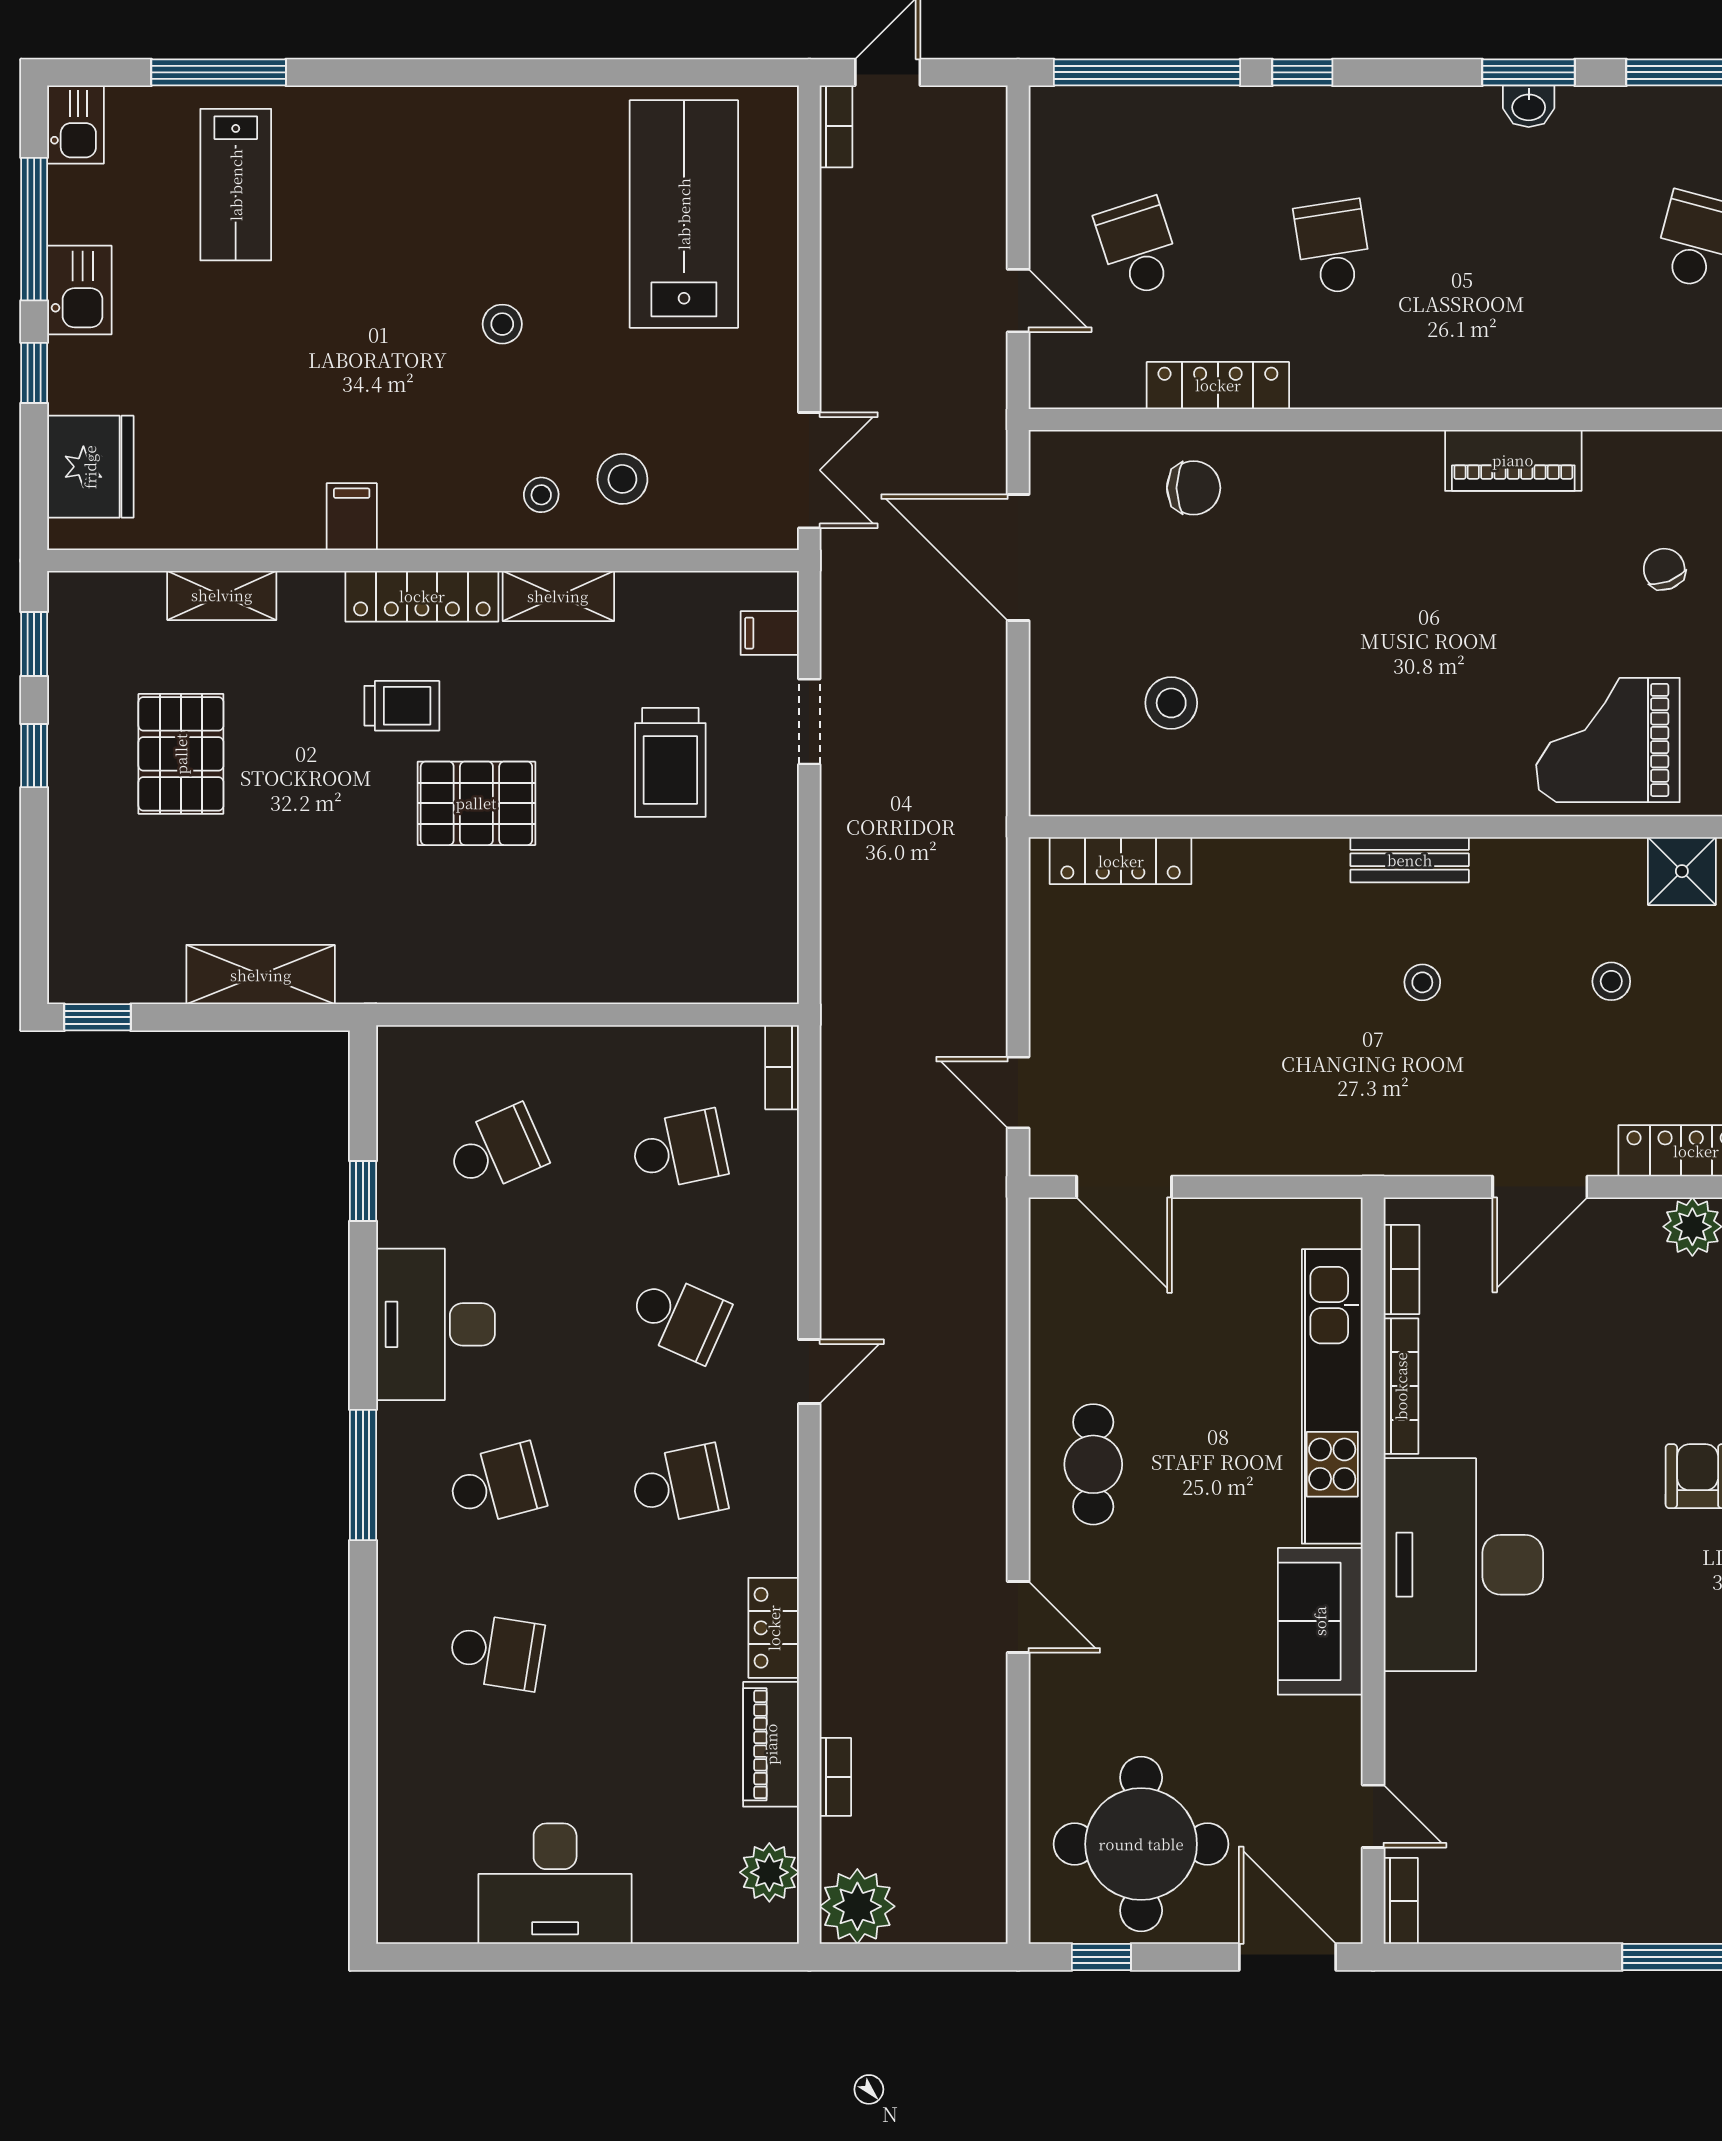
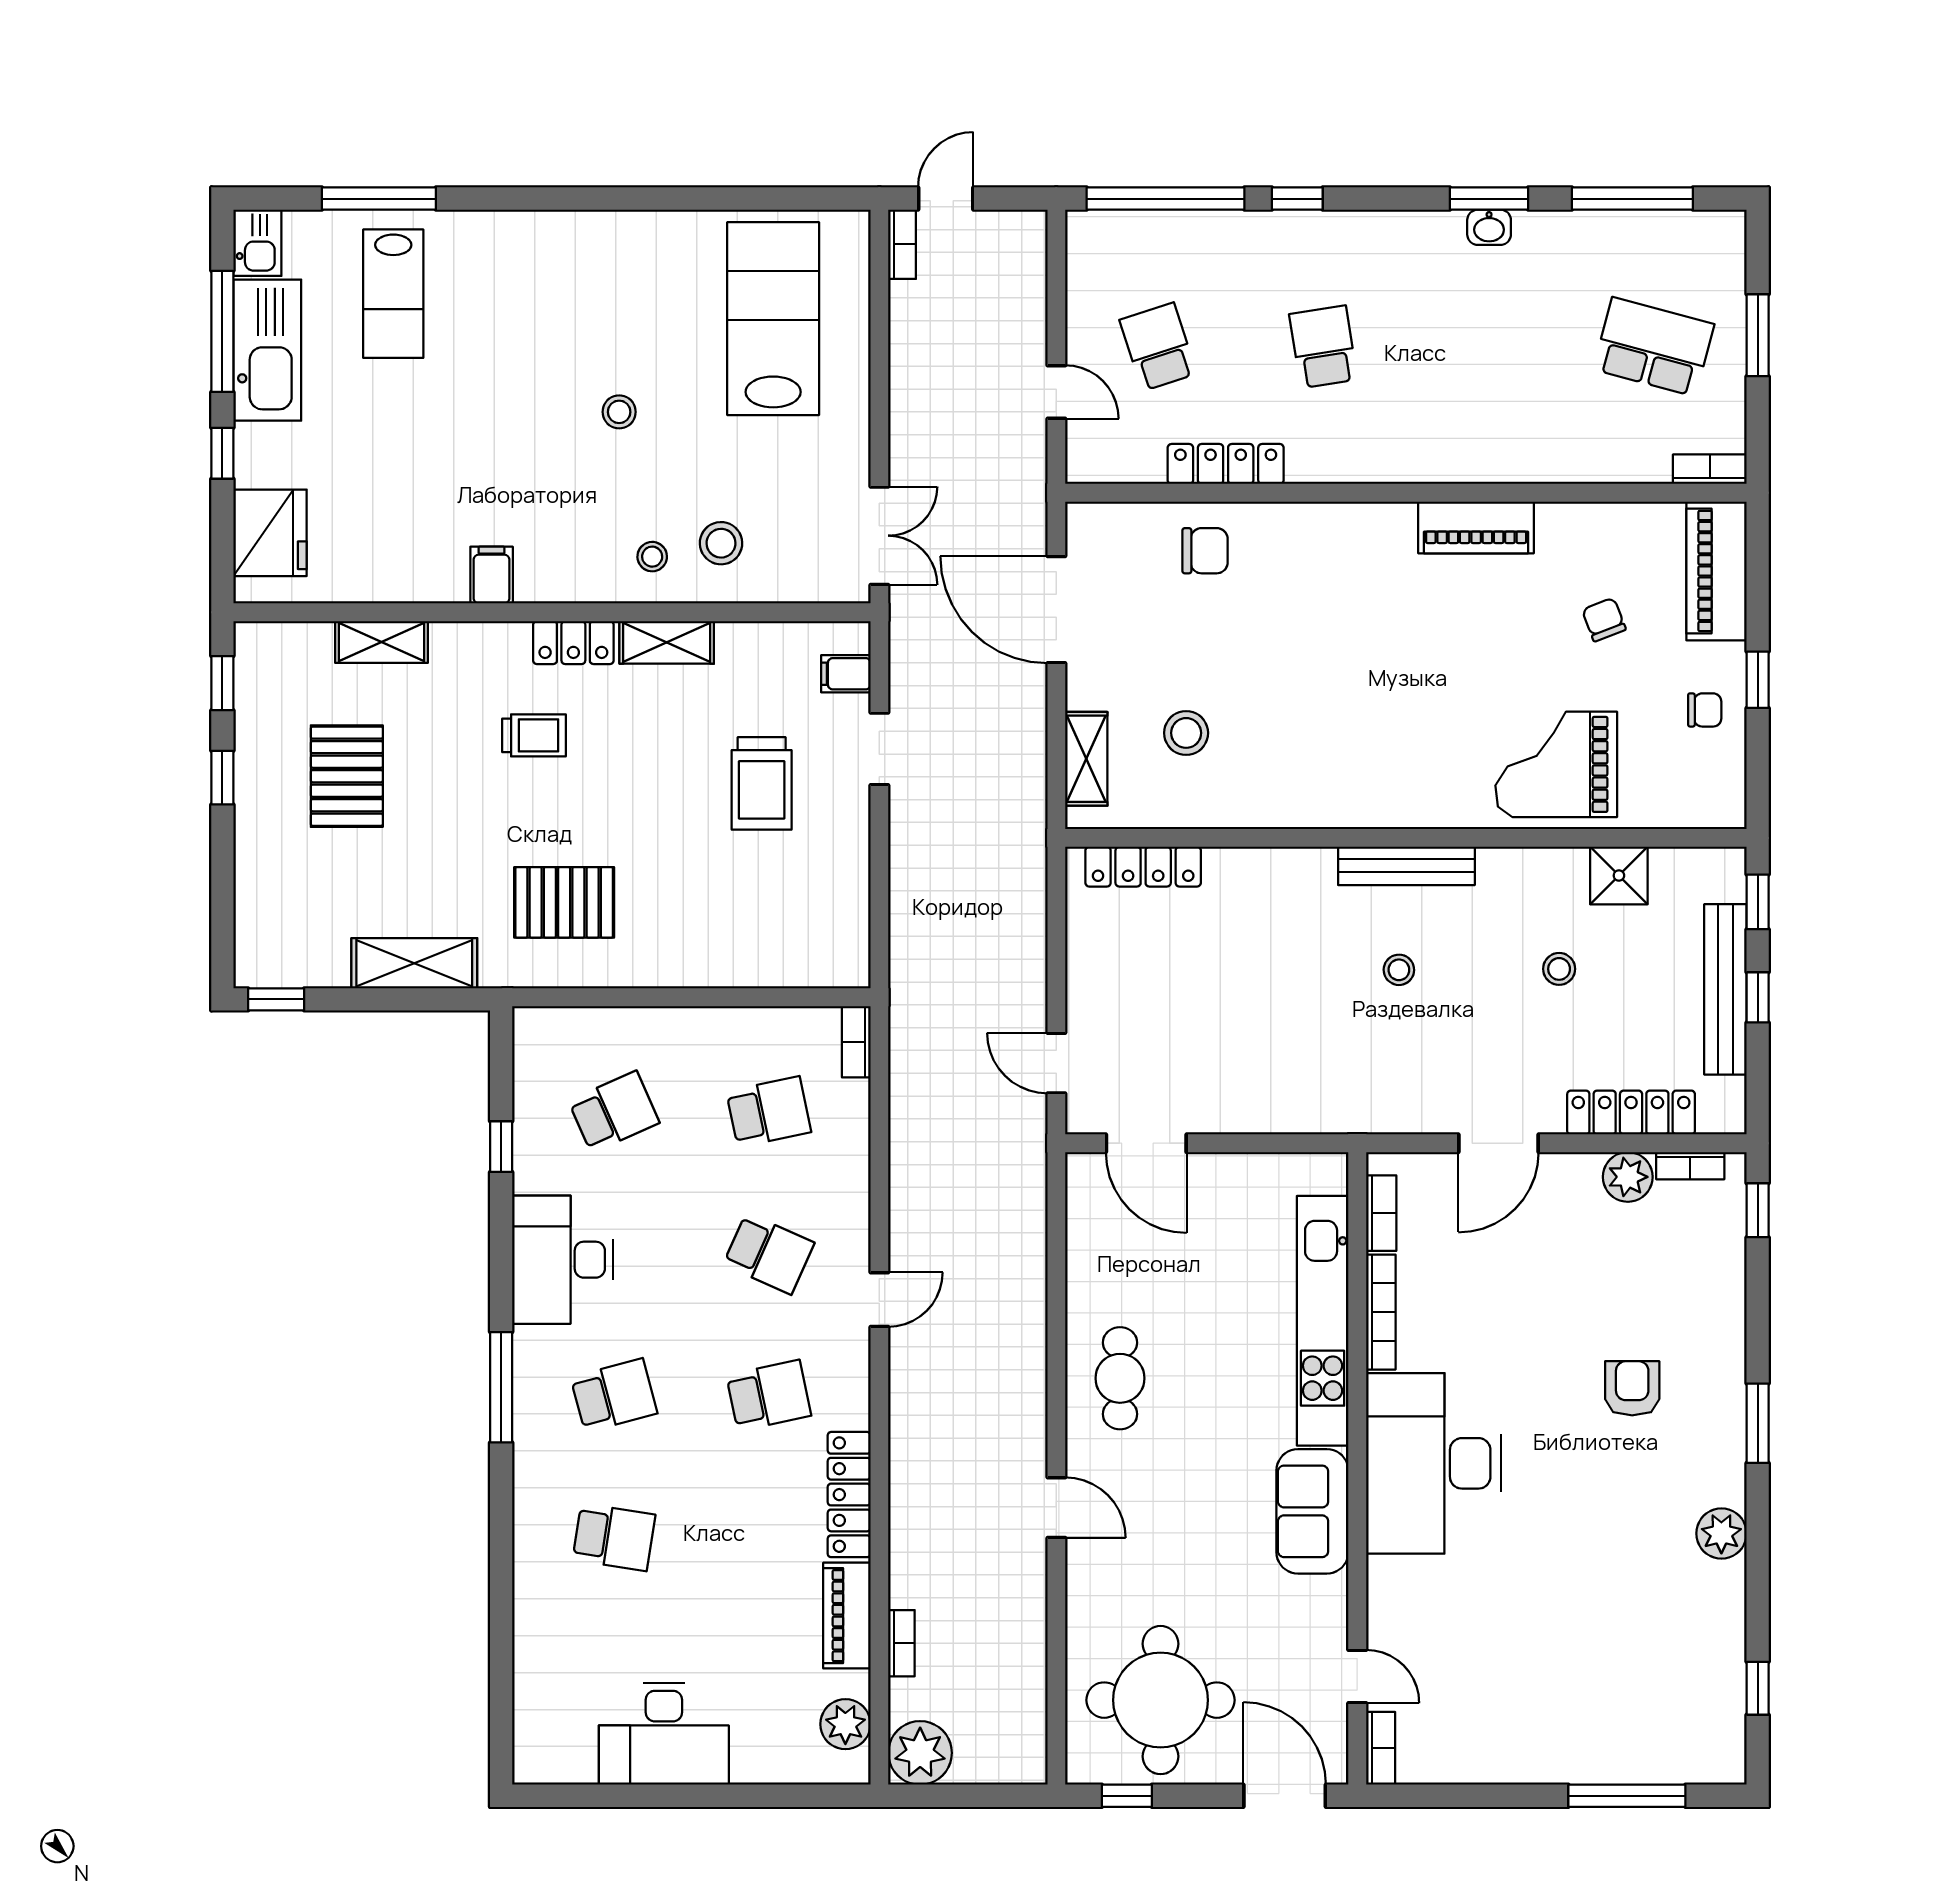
kitchen sink: (79, 290) -> (267, 350), width x1.88, depth x1.24
locker: (422, 596) -> (573, 643), width x0.66
shelving: (1053, 733) -> (1086, 759), added
pallet: (476, 803) -> (564, 902), moved
bench: (1410, 860) -> (1406, 866), width x1.36
locker: (774, 1628) -> (849, 1495), width x1.53

